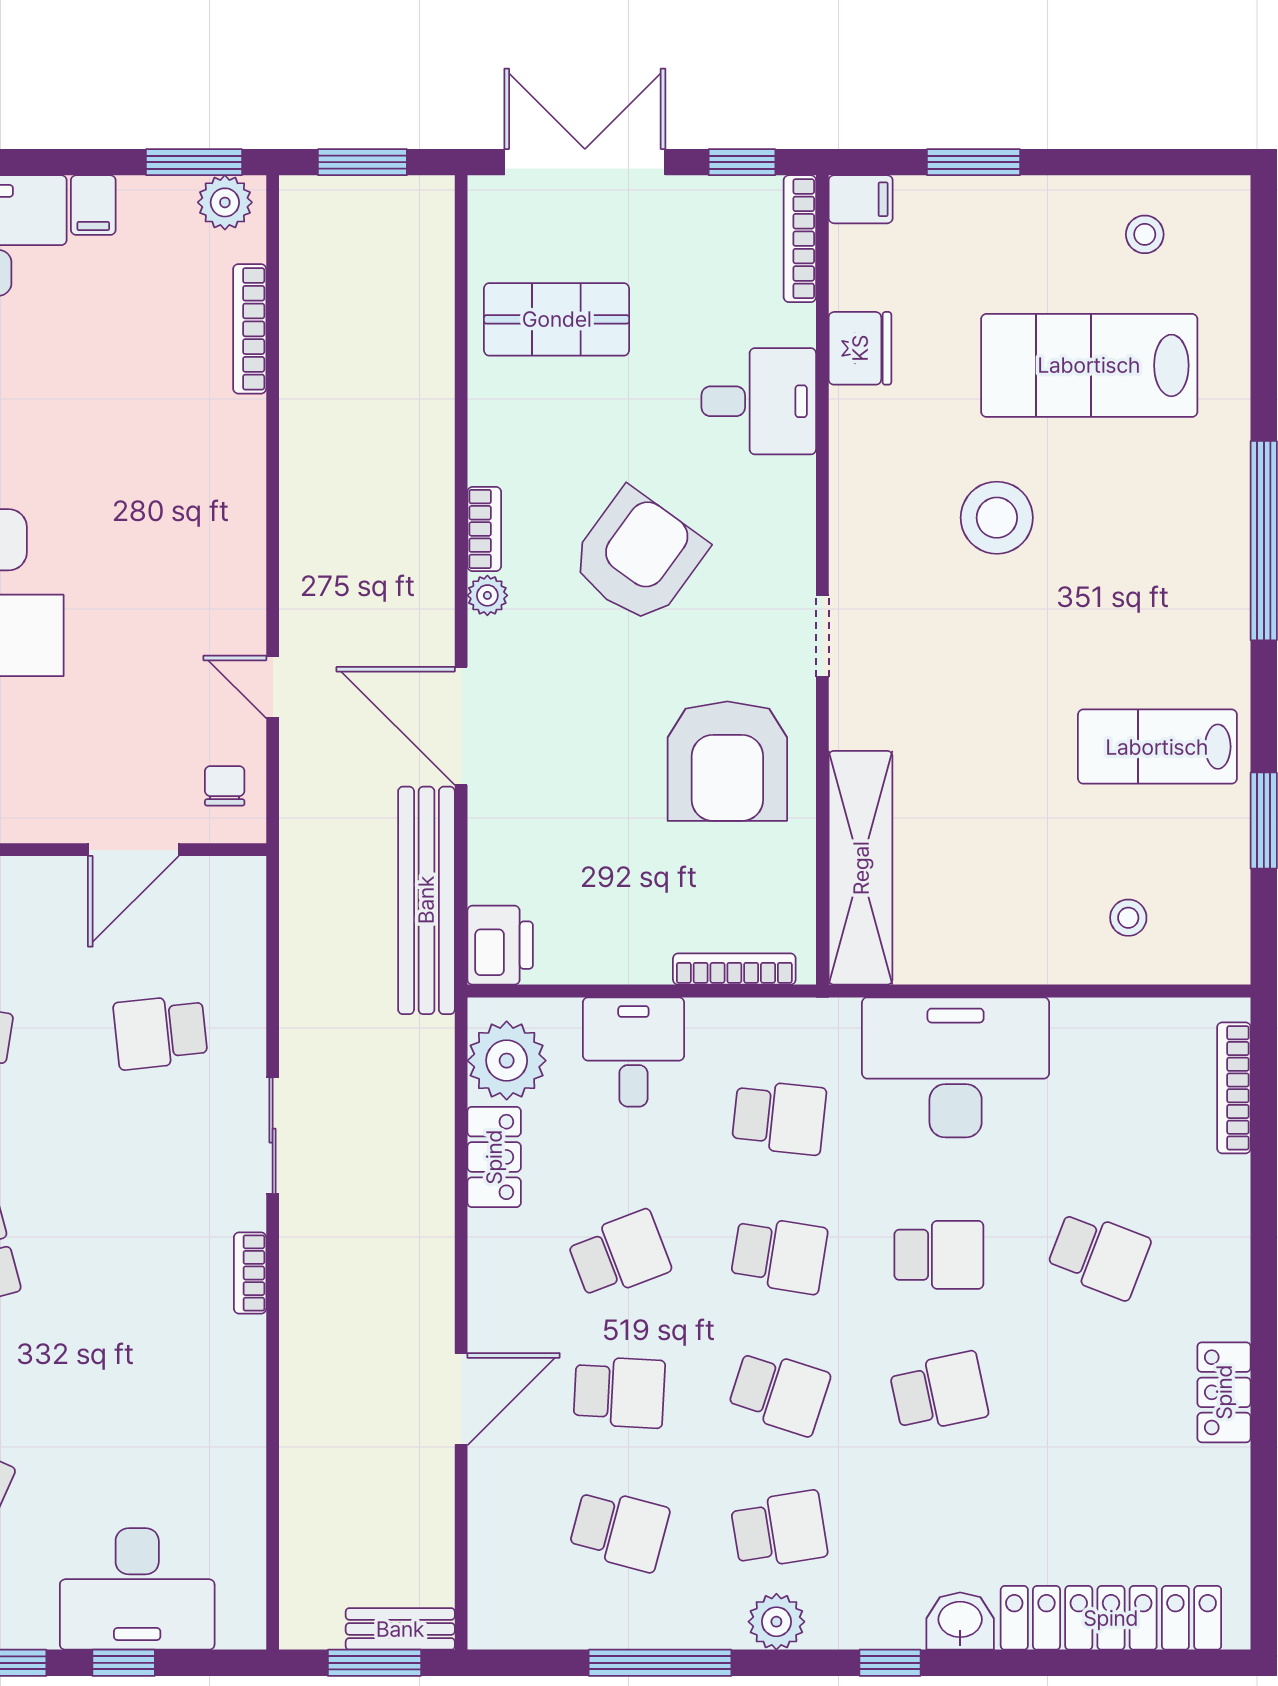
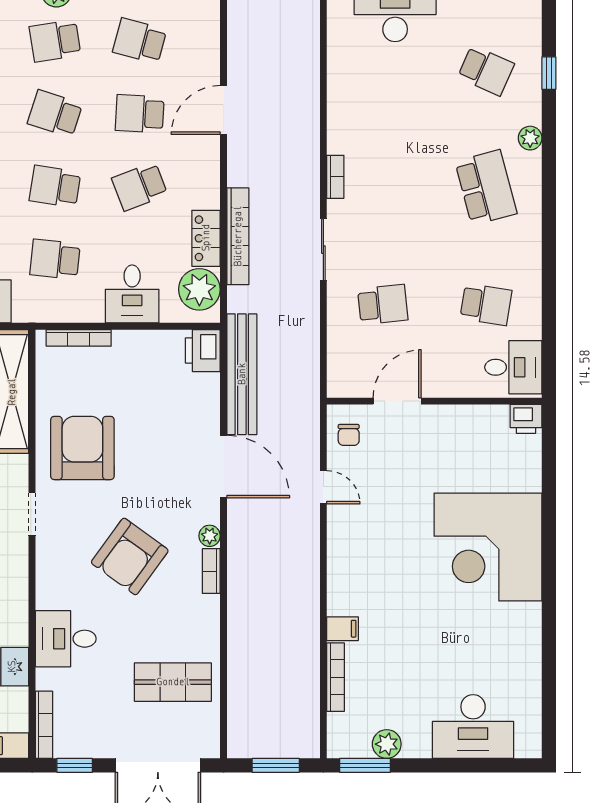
plant: (225, 202) -> (387, 744), moved
filing cabinet: (93, 205) -> (343, 629), moved, turned 90
bookcase: (434, 1161) -> (238, 236), added

